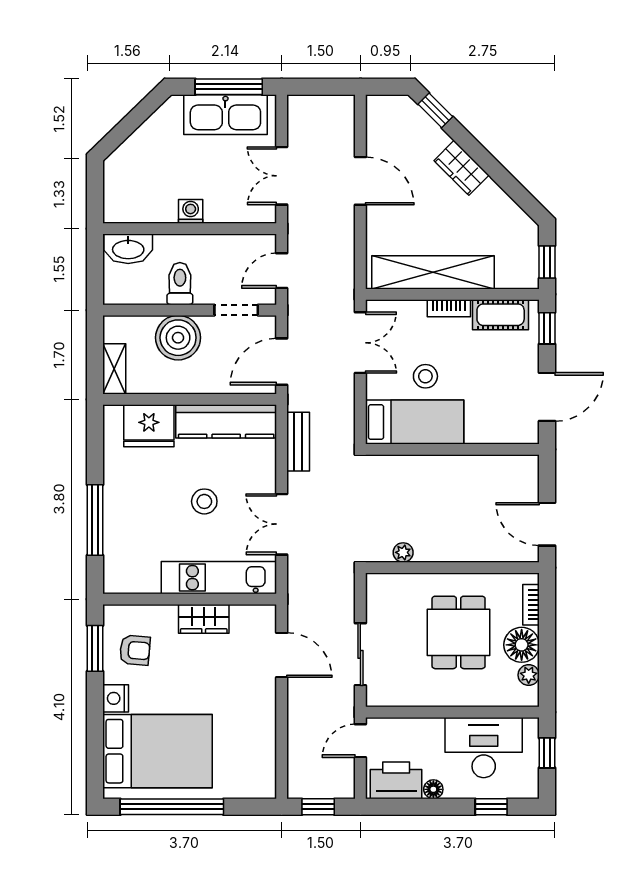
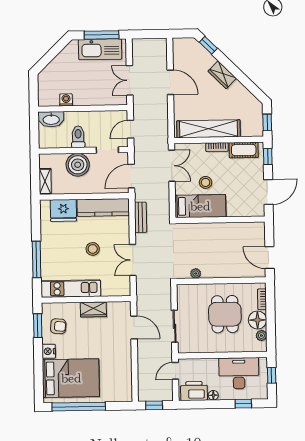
washing machine: (191, 211) -> (66, 100), moved
kitchen unit: (219, 578) -> (71, 289), moved

